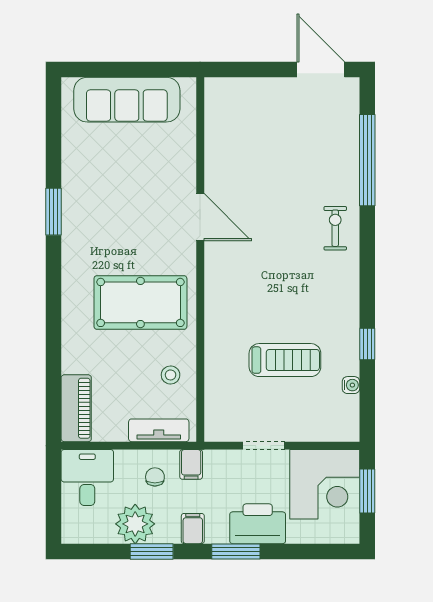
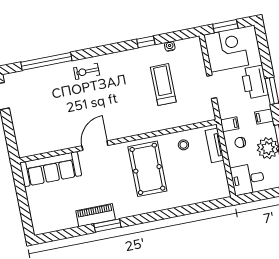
sofa: (127, 100) -> (51, 169), moved, turned 90
piano: (76, 408) -> (96, 215), moved

